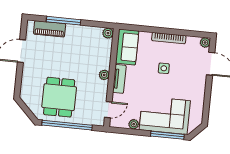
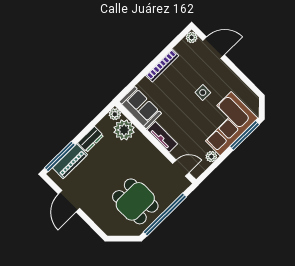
window: (63, 21) -> (60, 156), moved
dresser: (77, 31) -> (91, 139), added
side table: (164, 68) -> (203, 93), moved
plant: (104, 75) -> (124, 130), moved, width x1.88, depth x1.88
door: (108, 110) -> (181, 168), hinge flipped

